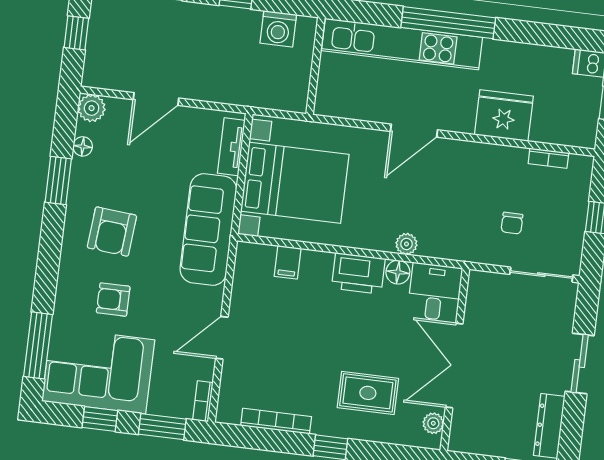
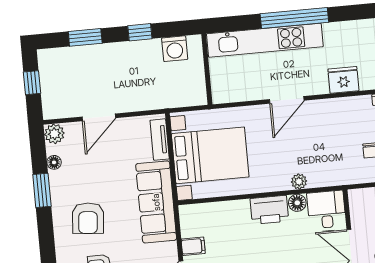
fridge: (504, 115) -> (343, 80), width x0.73, depth x0.75
filing cabinet: (288, 262) -> (193, 246), moved, turned -90

